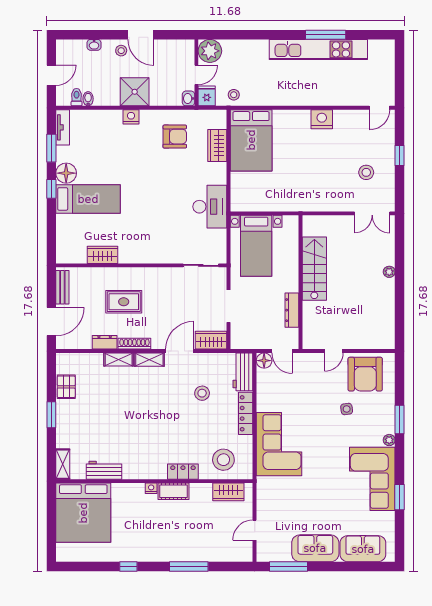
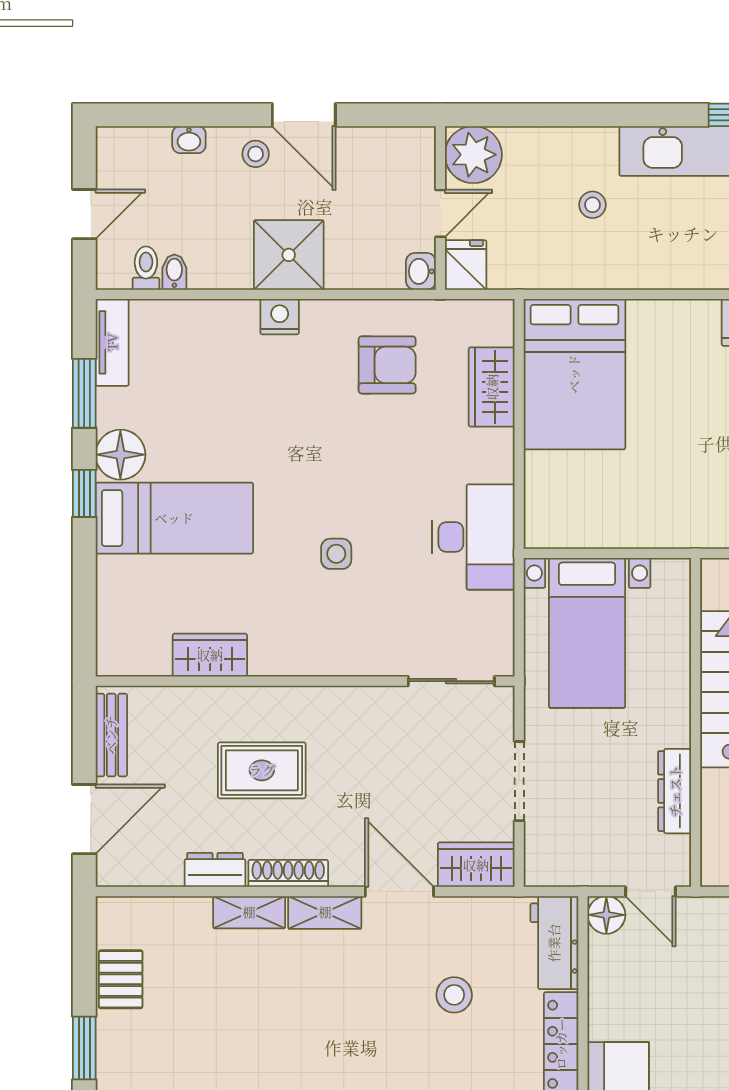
stool: (234, 95) -> (592, 205), moved
side table: (154, 214) -> (336, 554), added
door: (180, 351) -> (399, 892), hinge flipped

